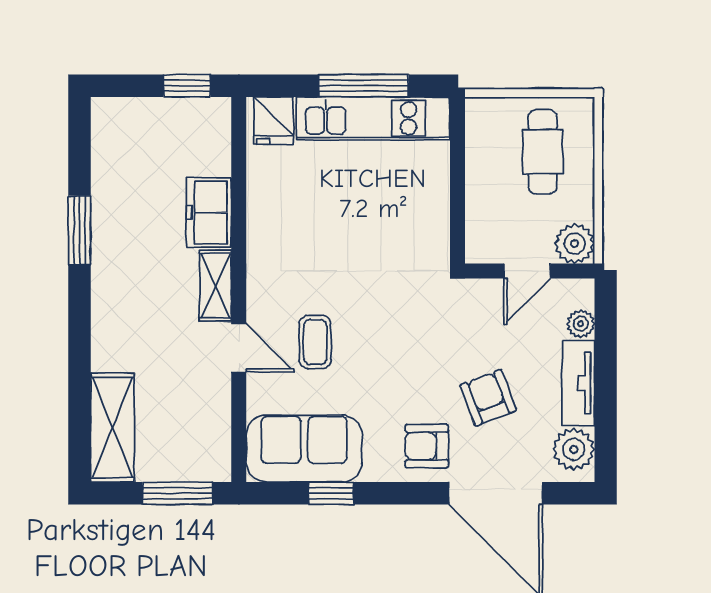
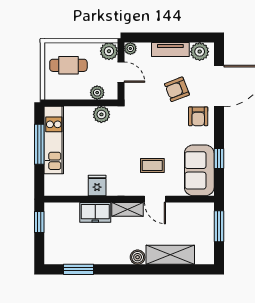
fridge: (274, 120) -> (97, 185), moved, turned -90
plant: (481, 217) -> (97, 93), added
plant: (431, 227) -> (101, 114), added
window: (80, 230) -> (78, 269), moved
boiler: (107, 309) -> (138, 257), added
plant: (581, 324) -> (130, 48), moved
door: (239, 348) -> (155, 199), swing flipped
shelving: (112, 428) -> (170, 255), moved

